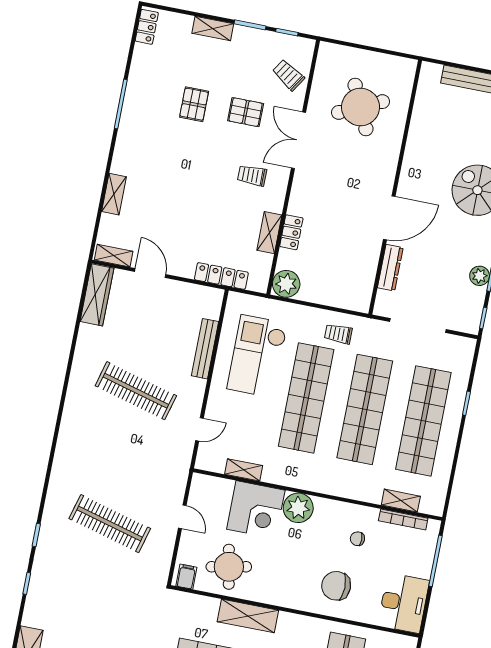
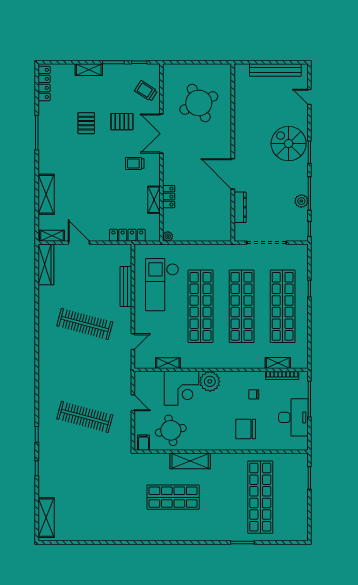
locker: (147, 27) -> (44, 83), width x1.53
shelving: (114, 194) -> (46, 194), width x1.50, depth x1.33
door: (389, 218) -> (233, 174), swing flipped
plant: (286, 284) -> (168, 236), width x0.53, depth x0.53
trolley: (338, 334) -> (214, 259), removed
desk: (404, 603) -> (293, 417), moved

